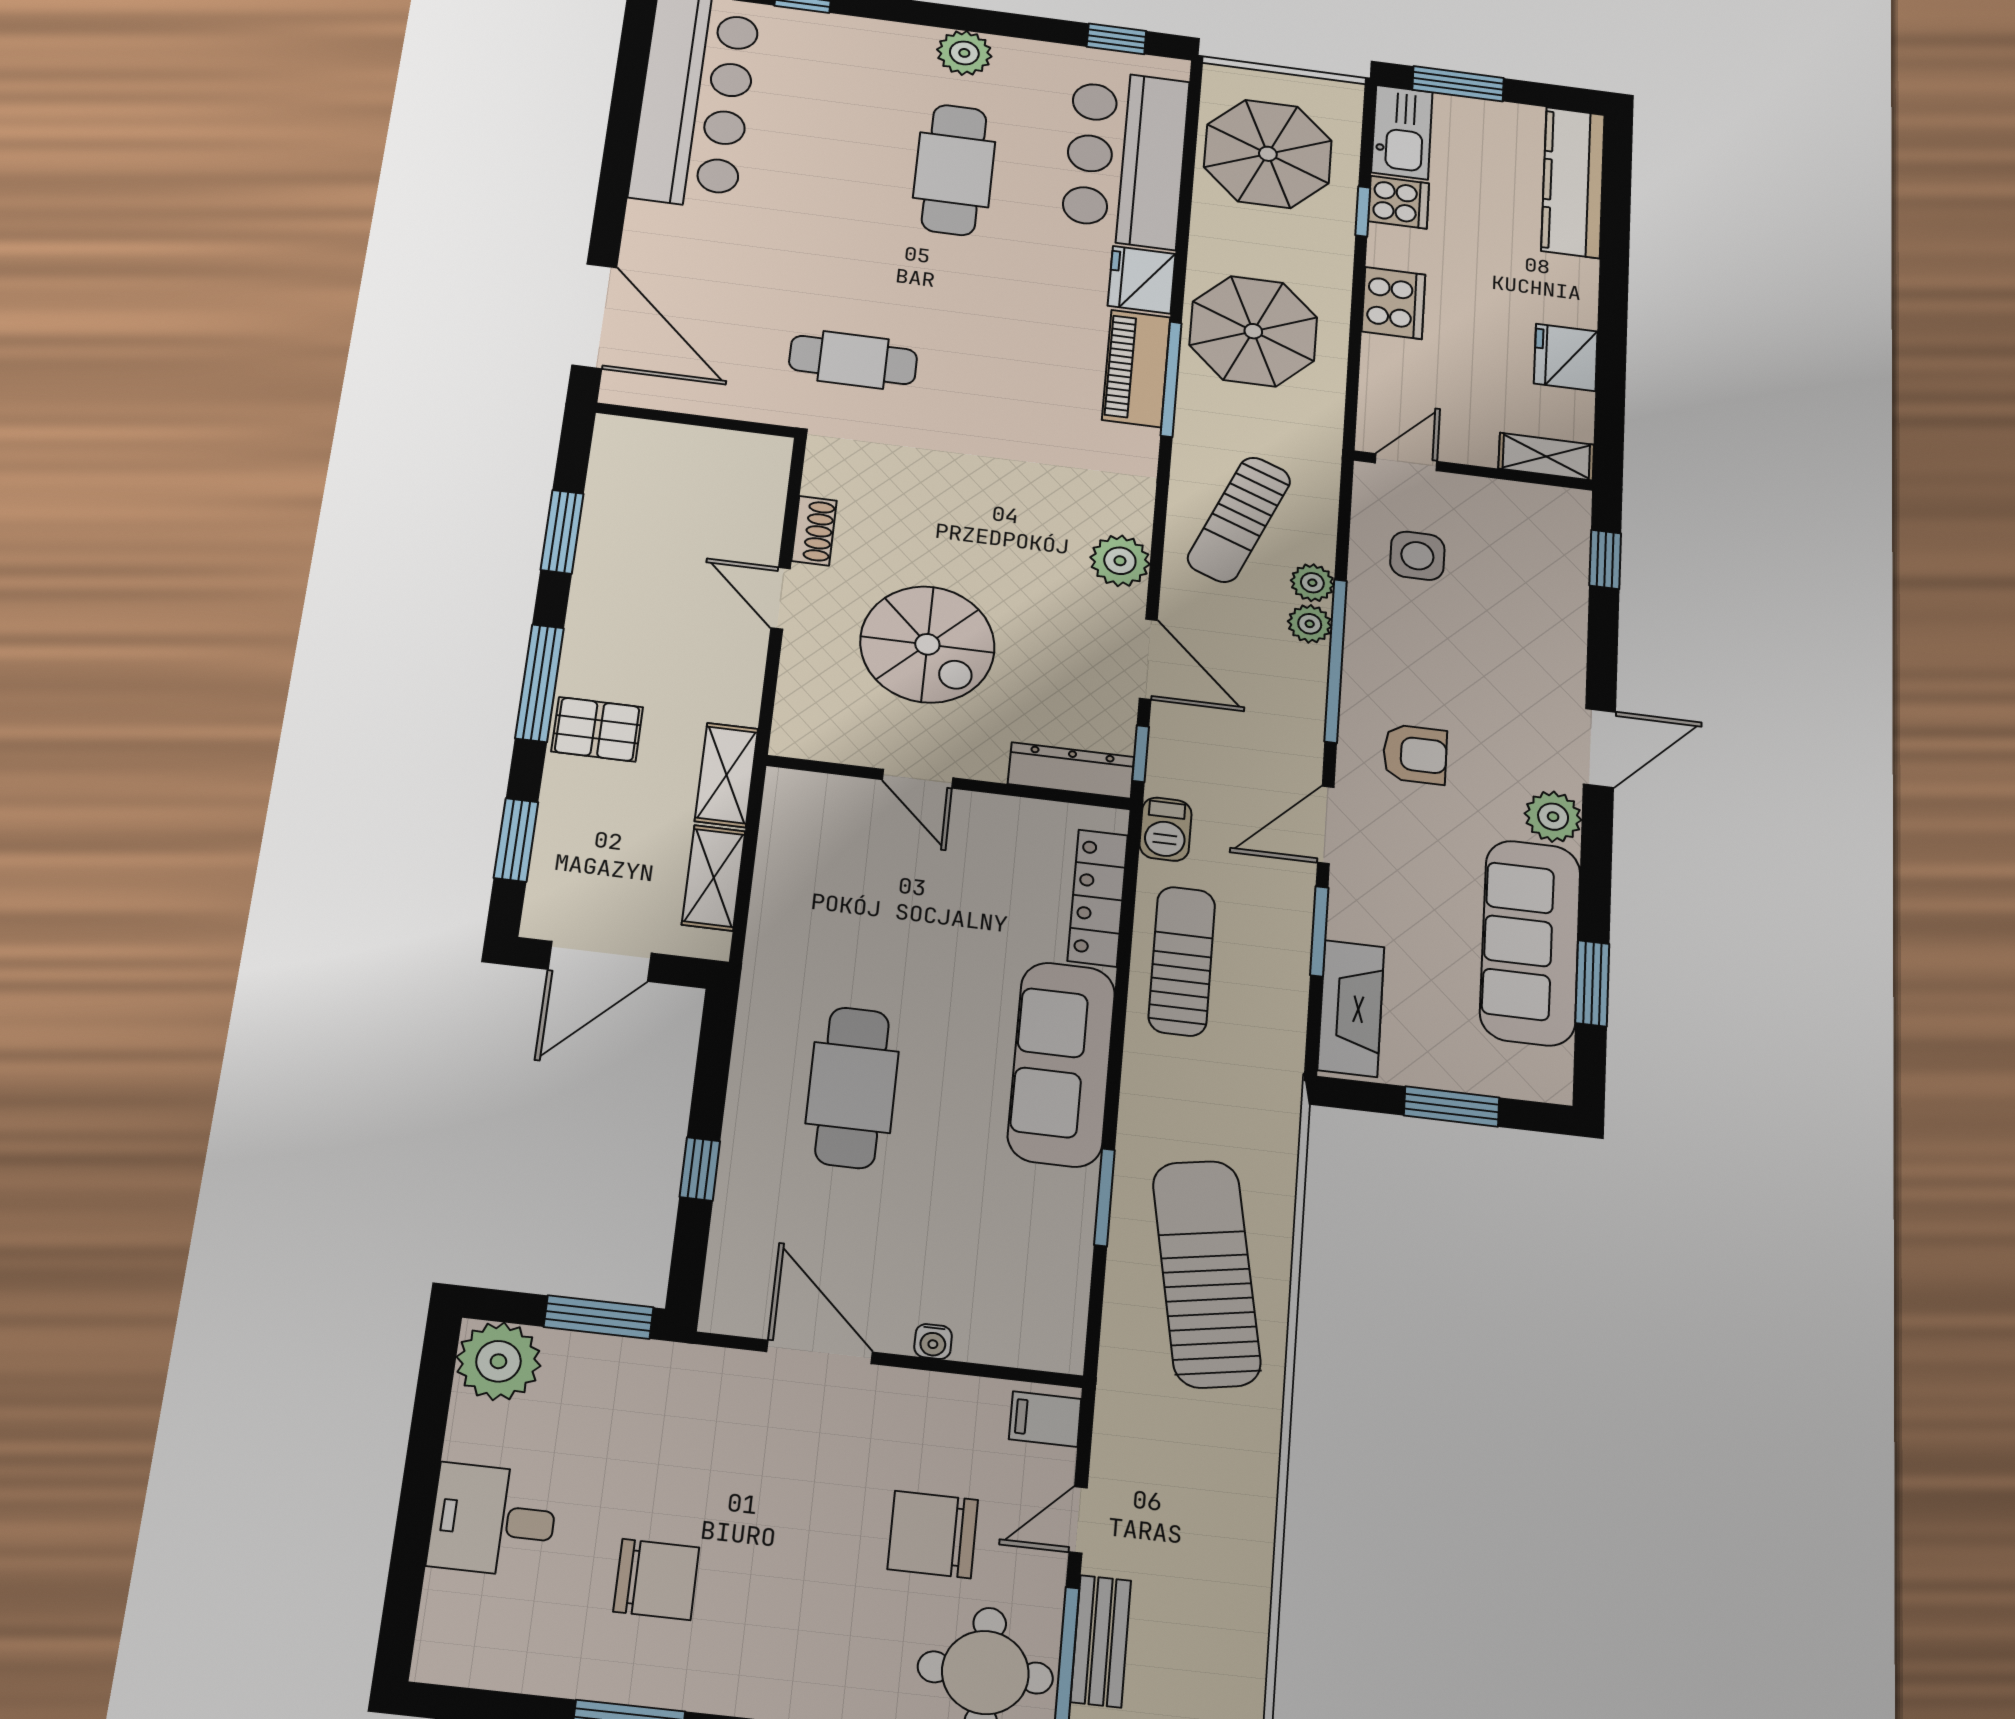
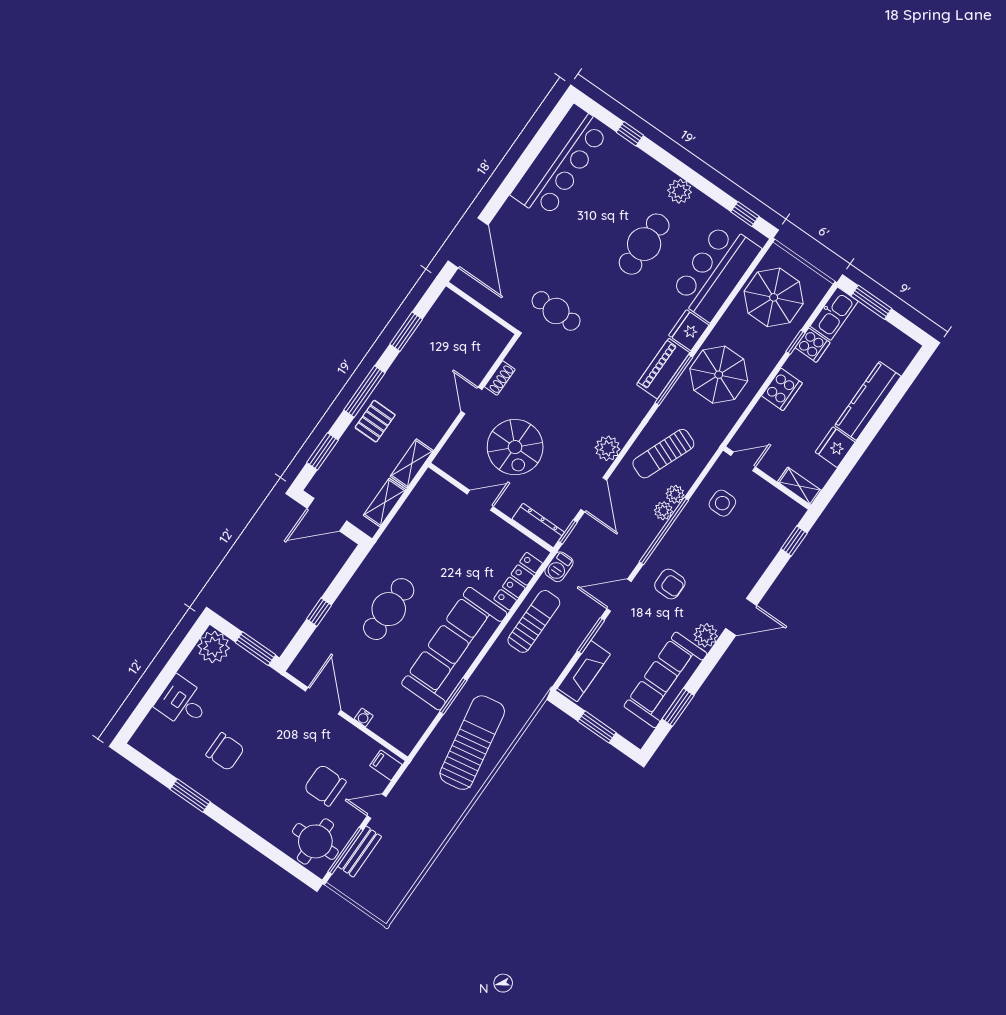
kitchen counter: (1573, 182) -> (868, 401), moved
pallet: (597, 729) -> (375, 421), turned 90
door: (918, 779) -> (480, 500), swing flipped
sofa: (1062, 1064) -> (454, 649), width x1.36, depth x1.27

